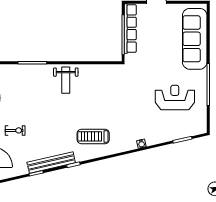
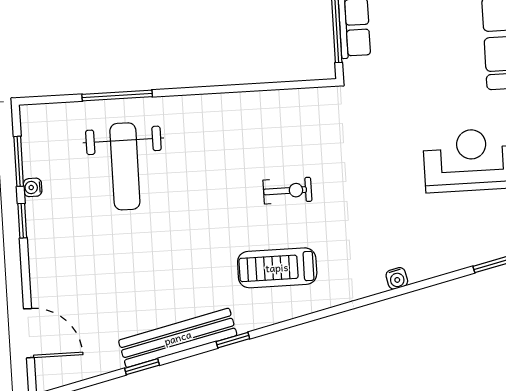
weight bench: (66, 80) -> (125, 166), moved, width x1.36, depth x1.33
exercise bike: (15, 130) -> (287, 191), moved

